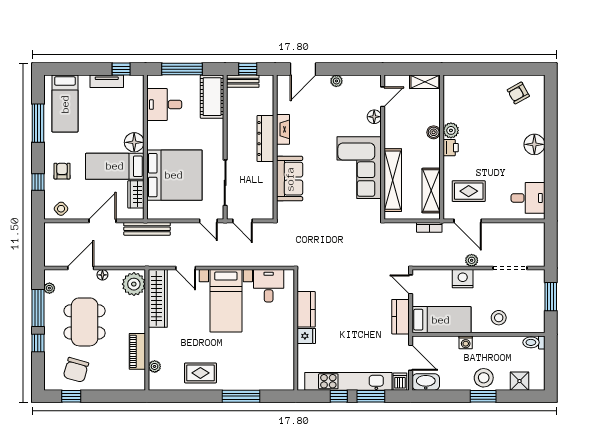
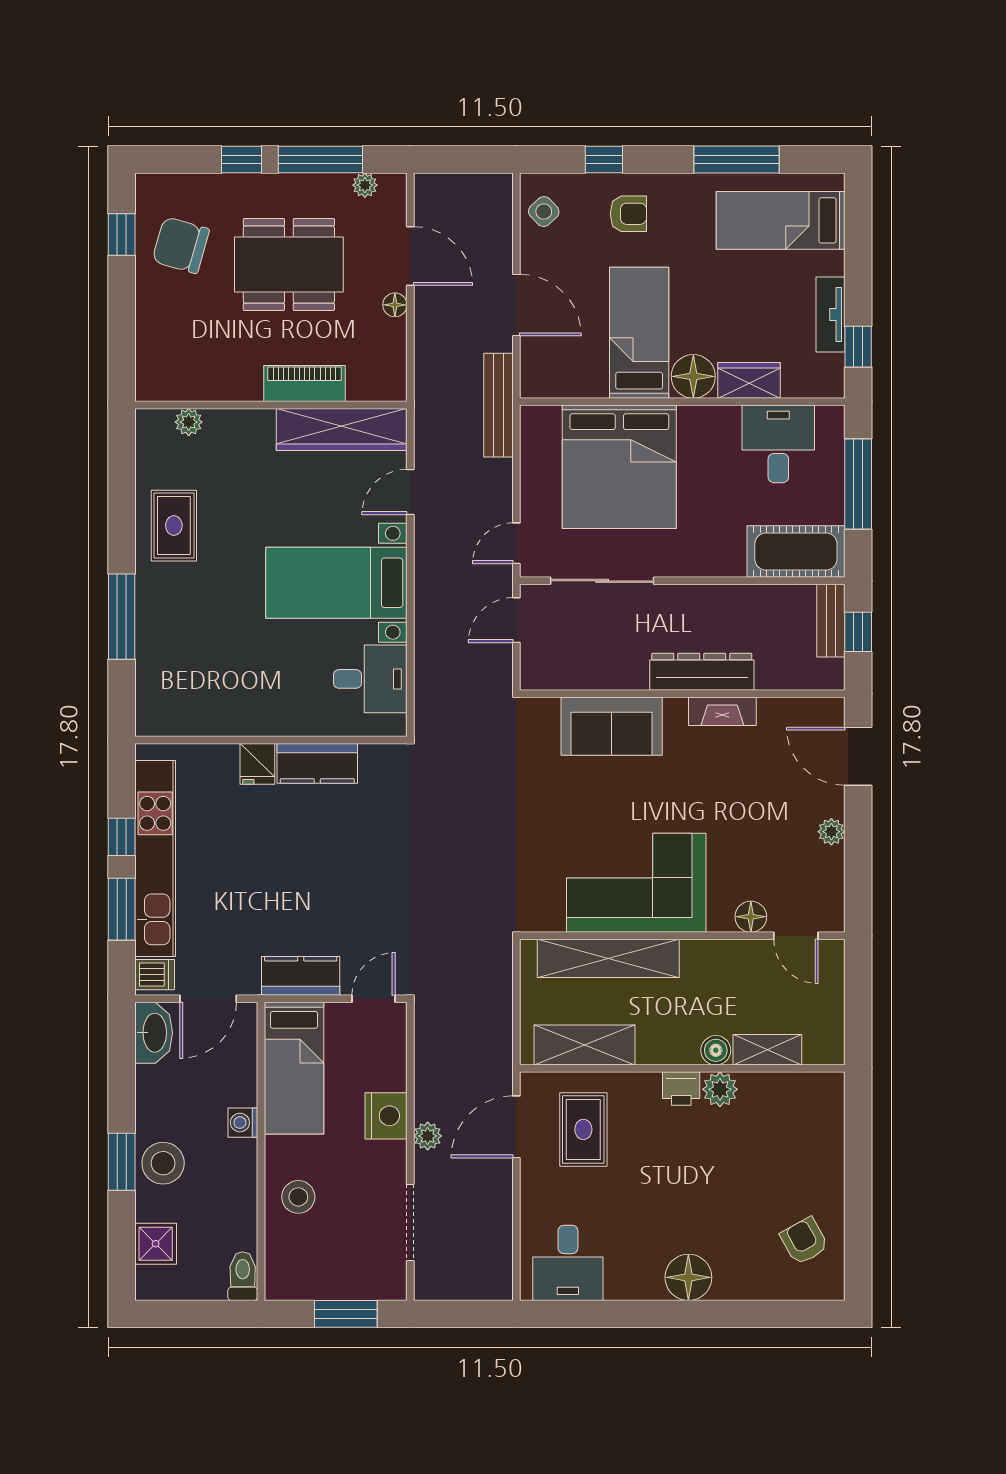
shelving: (425, 82) -> (767, 1050), moved, turned 90
wardrobe: (136, 194) -> (749, 380), moved
bookcase: (429, 227) -> (502, 1041), removed
plant: (134, 284) -> (374, 375), removed
piano: (137, 351) -> (304, 383), moved

